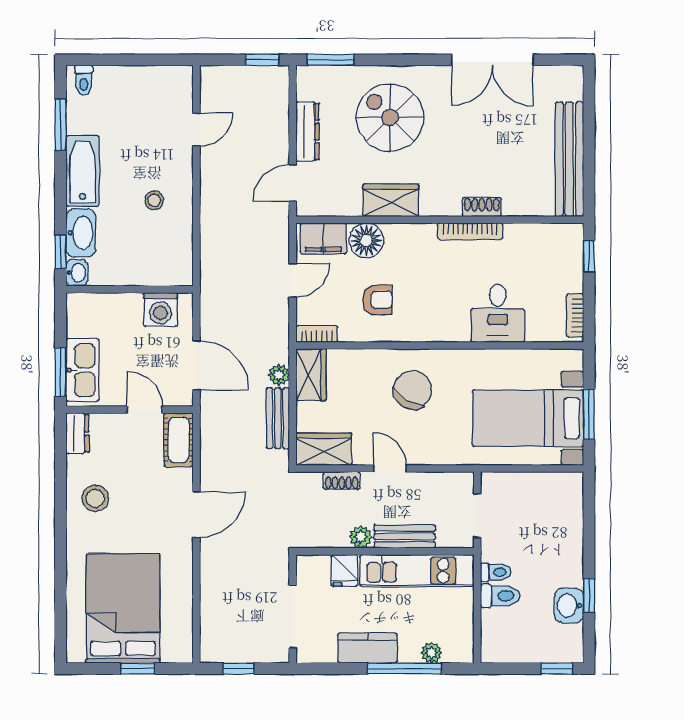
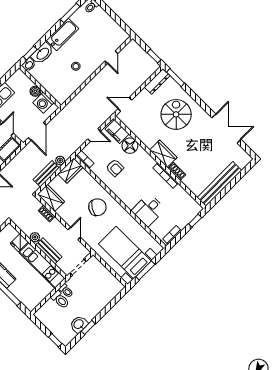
double door: (492, 60) -> (226, 129), swing flipped
door: (196, 129) -> (111, 57), hinge flipped
dresser: (308, 132) -> (157, 81), moved
wardrobe: (391, 200) -> (163, 154), moved
boiler: (129, 304) -> (35, 91), added
door: (390, 468) -> (74, 234), moved
plant: (431, 653) -> (21, 296), removed

